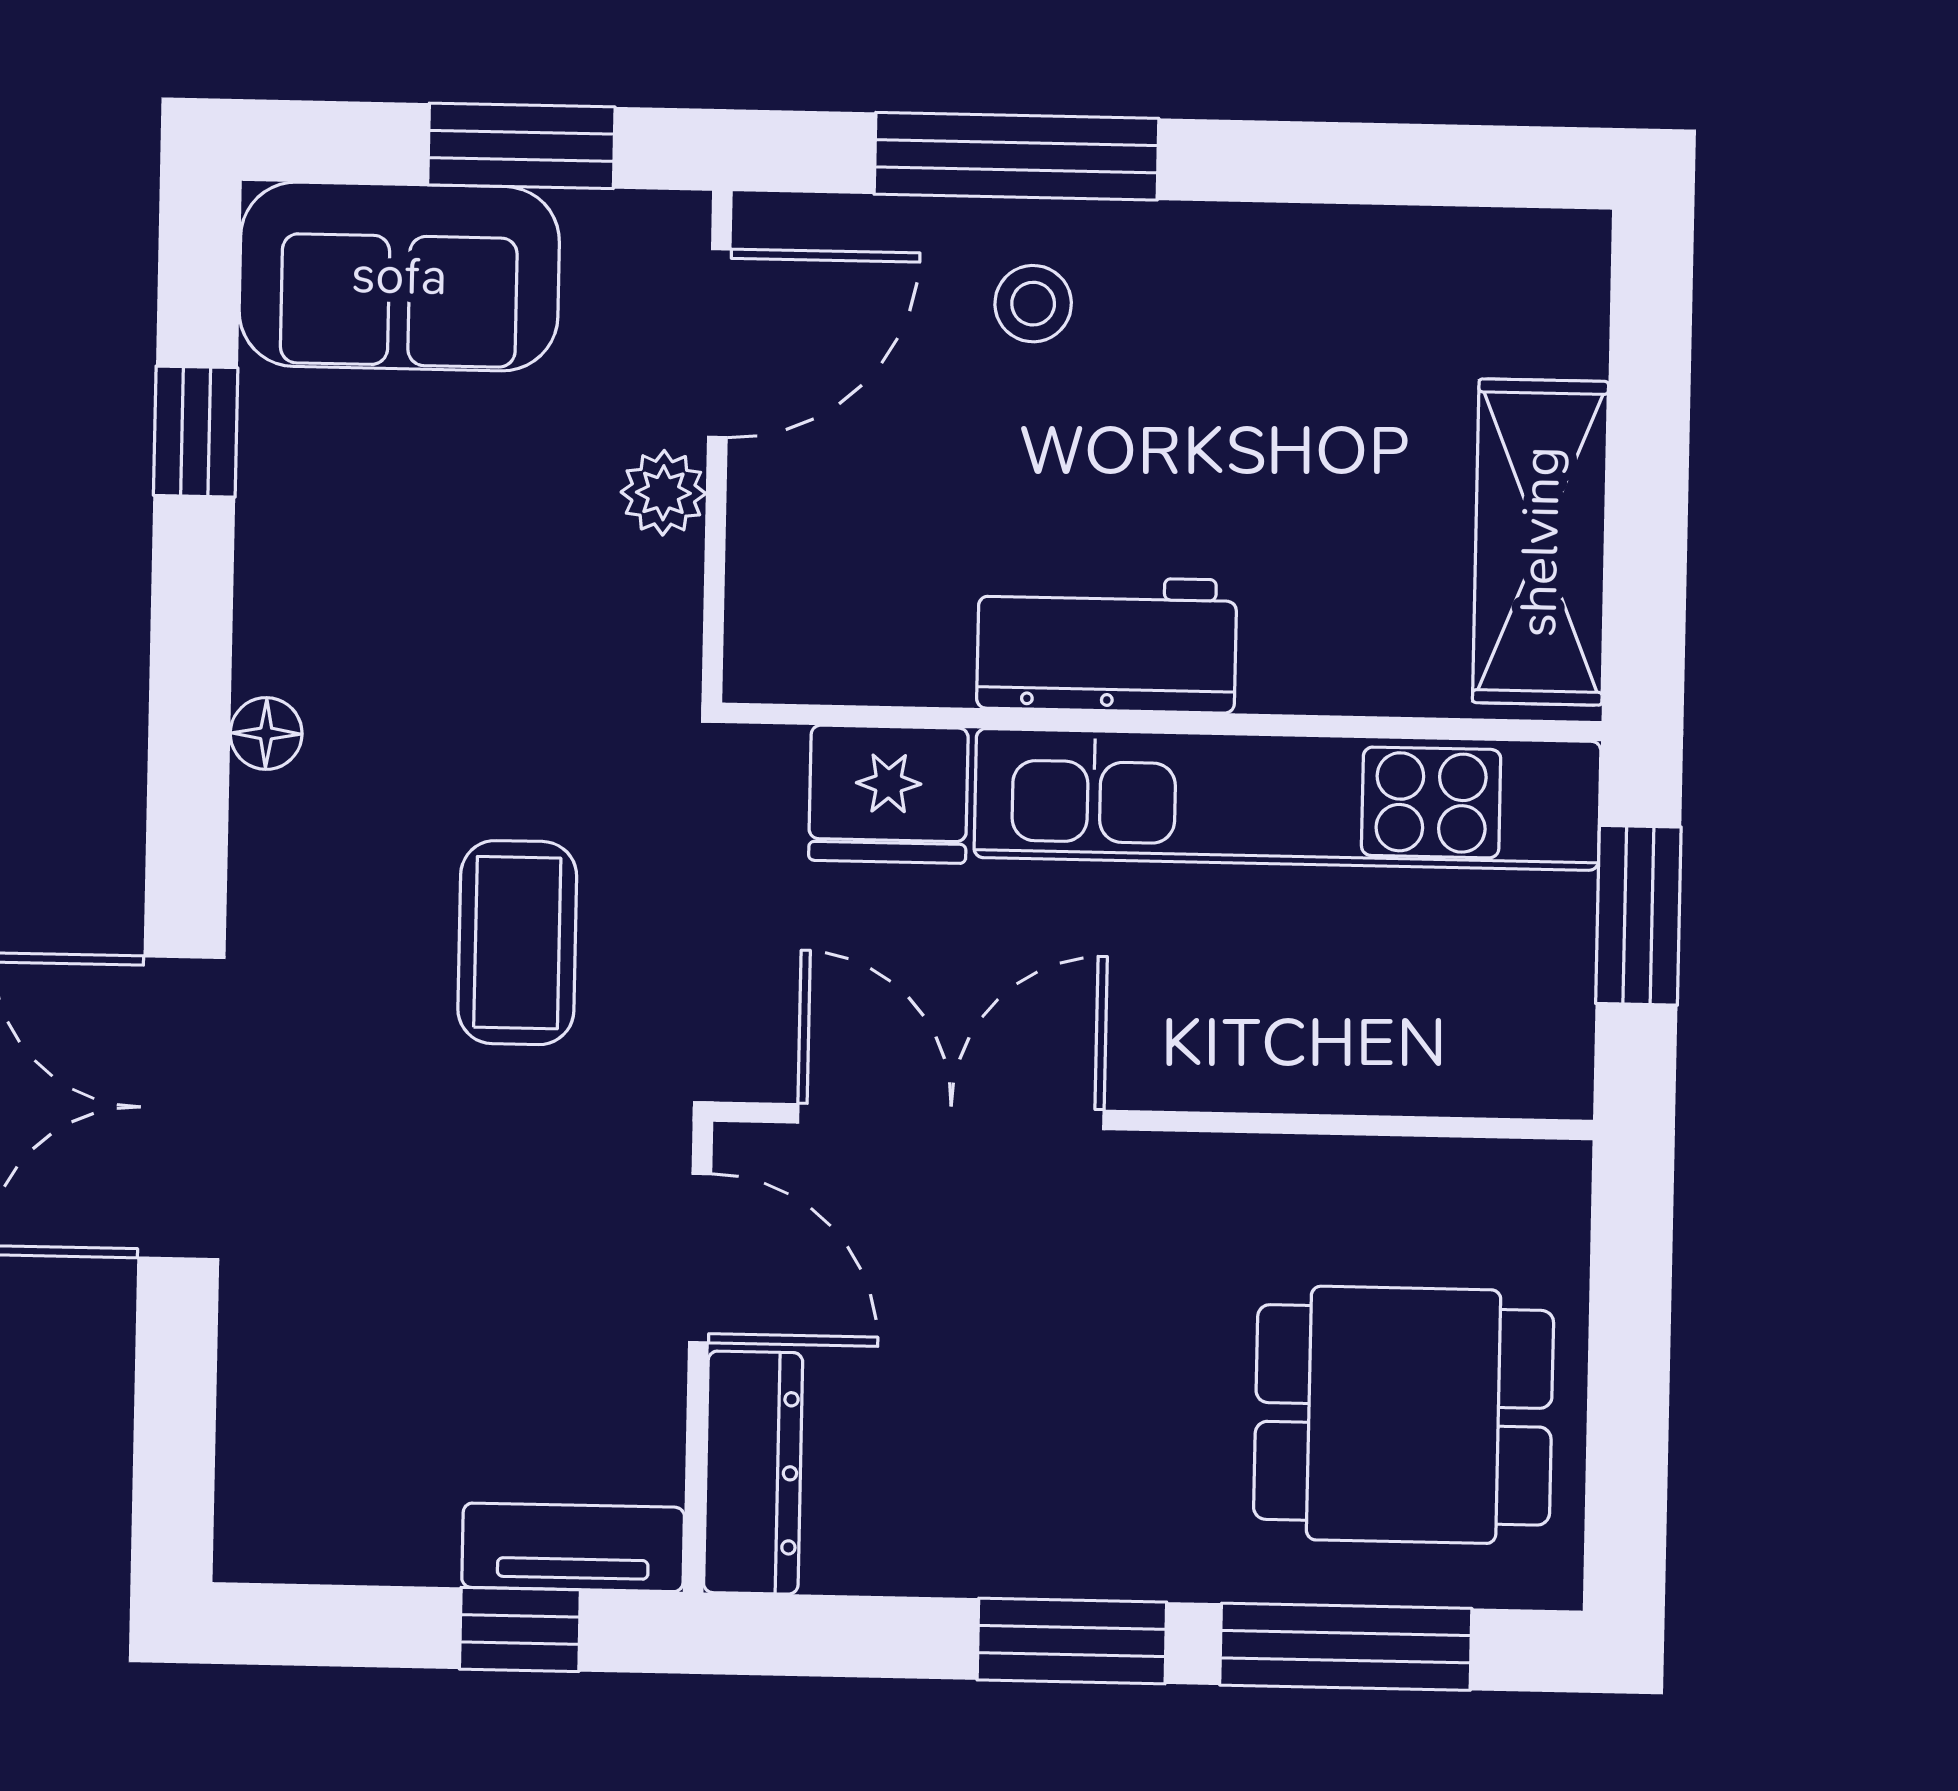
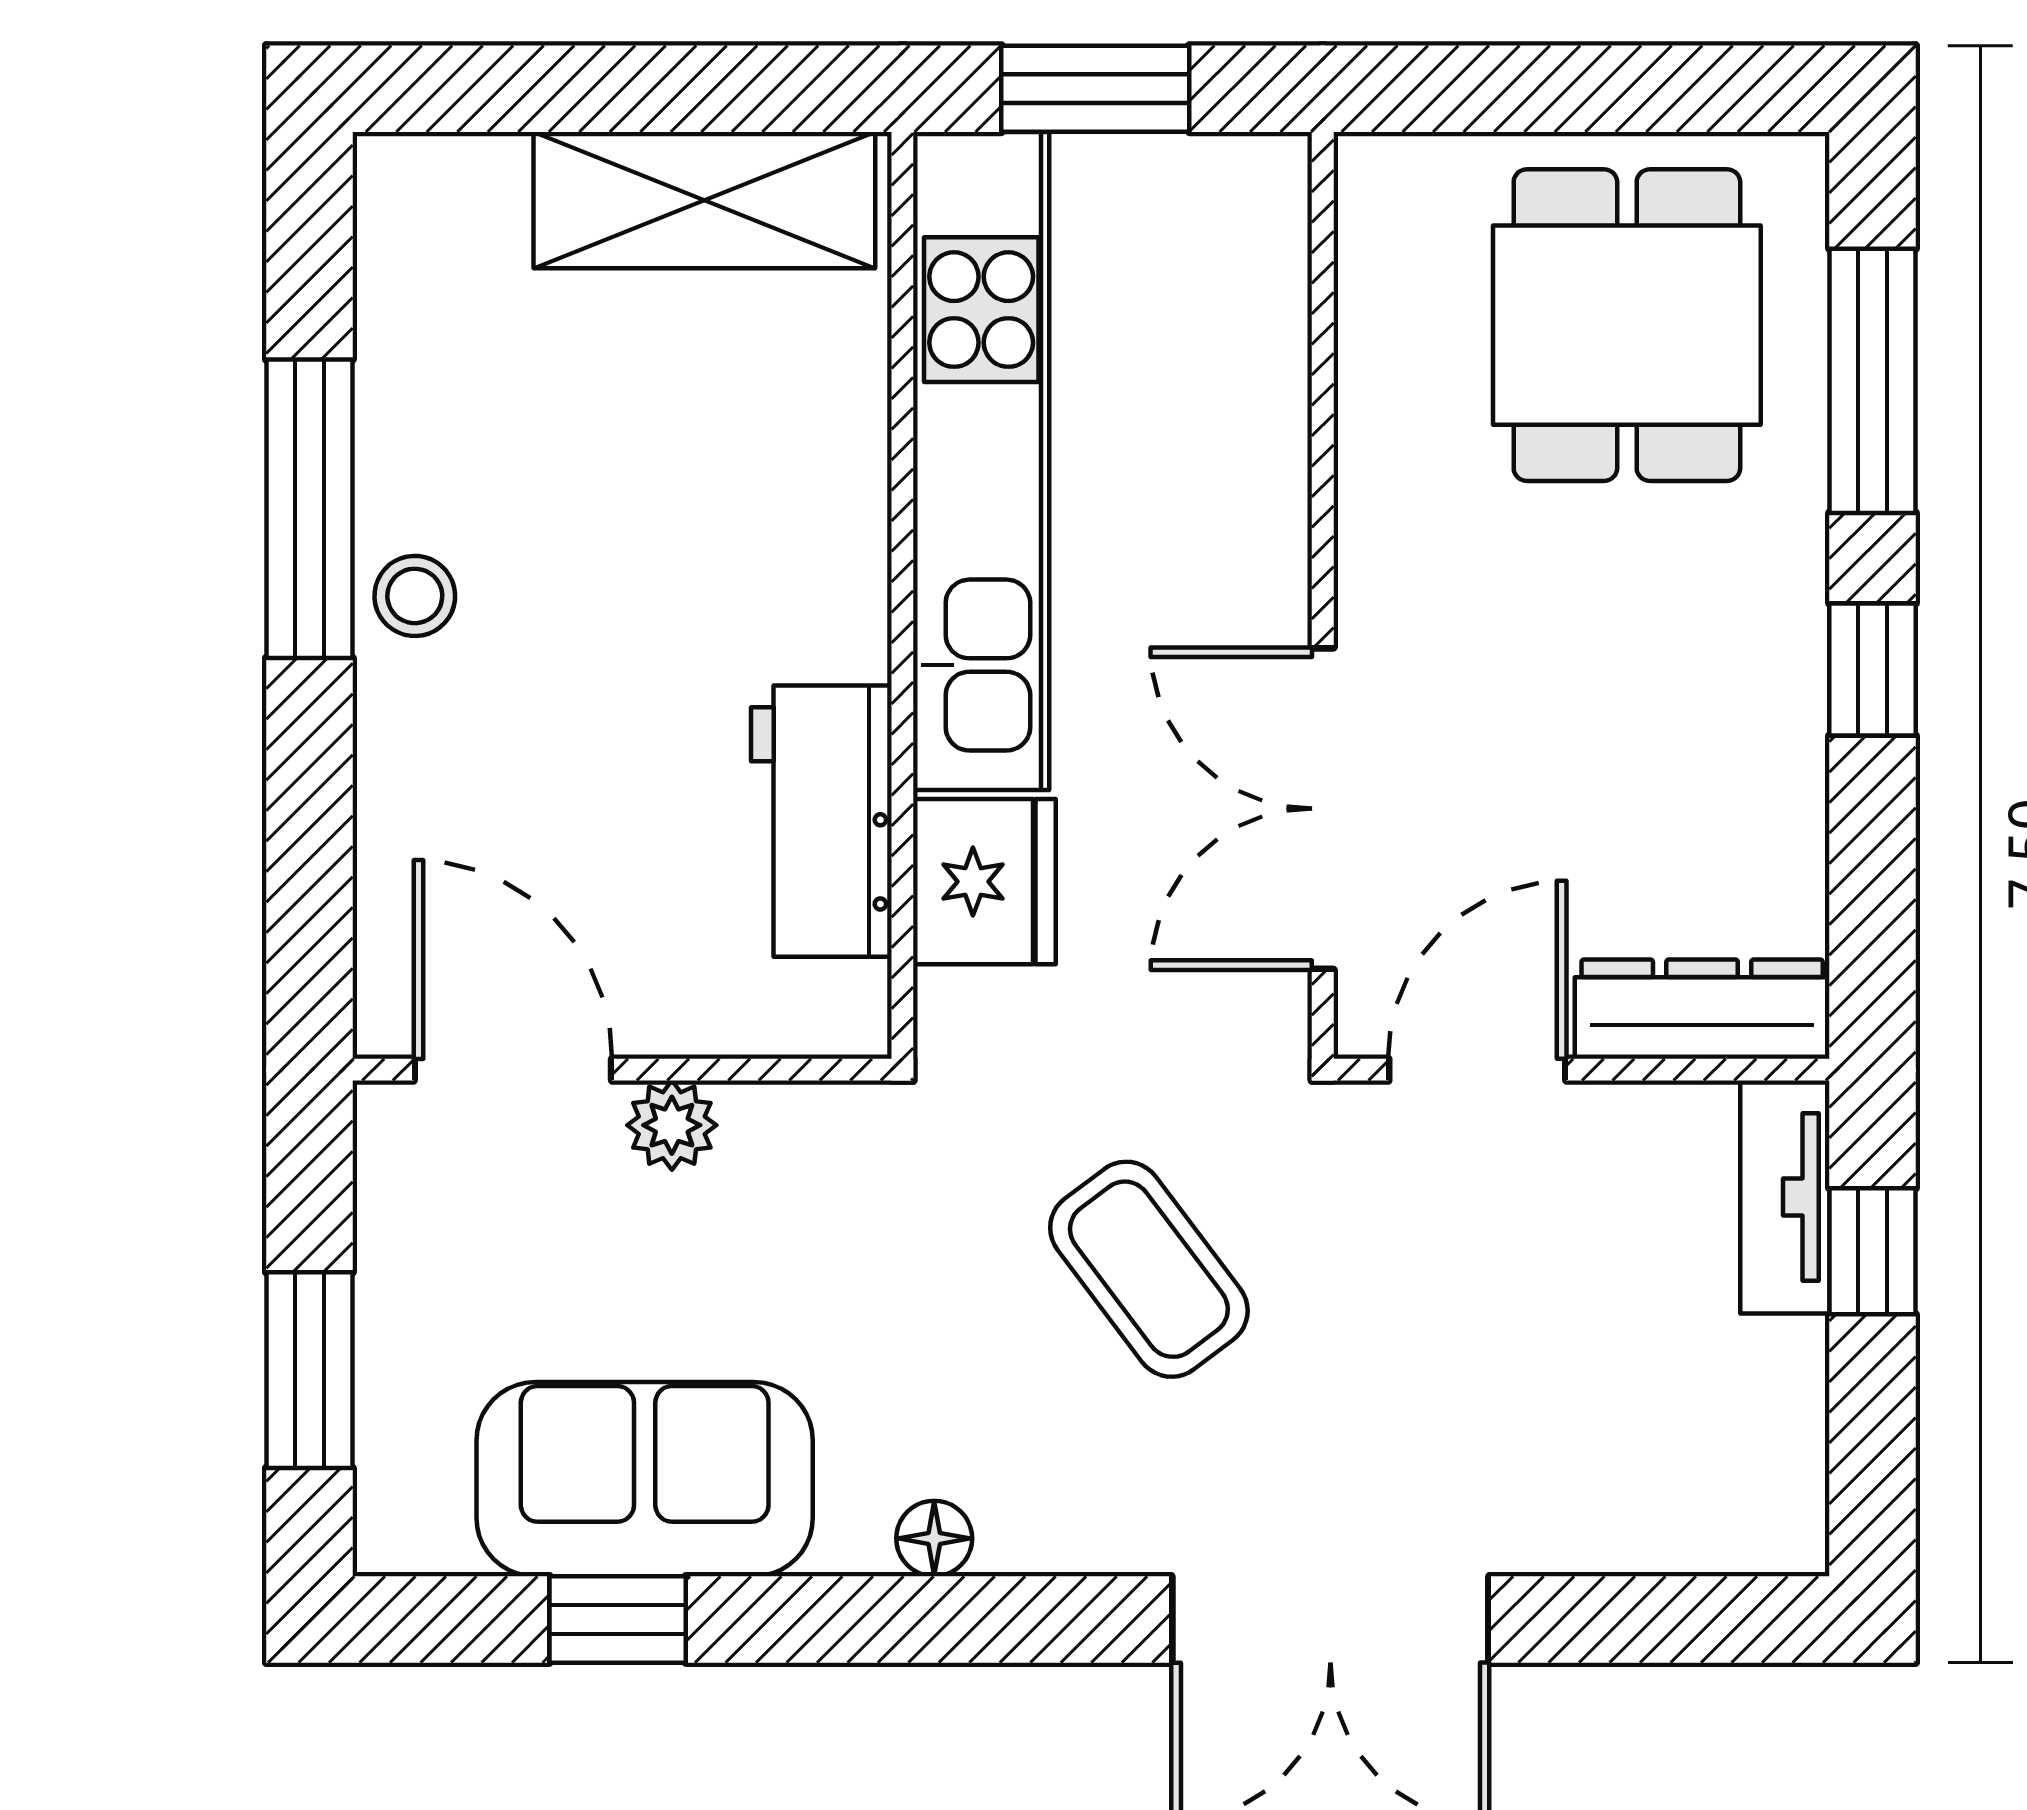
window: (521, 146) -> (309, 1370), moved
window: (1016, 156) -> (309, 509), moved
sofa: (399, 276) -> (645, 1479), moved, turned -90
stool: (1033, 304) -> (415, 596), moved
workbench: (1107, 644) -> (821, 821), moved
coffee table: (517, 943) -> (1149, 1269), turned 53
window: (1072, 1641) -> (1873, 670), width x0.67

